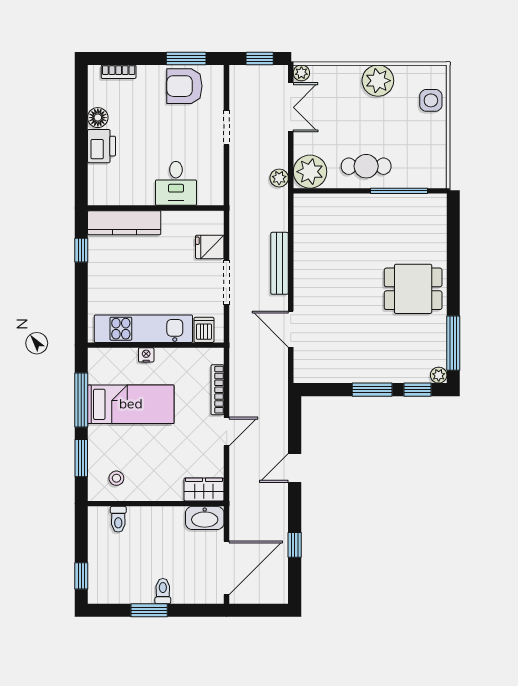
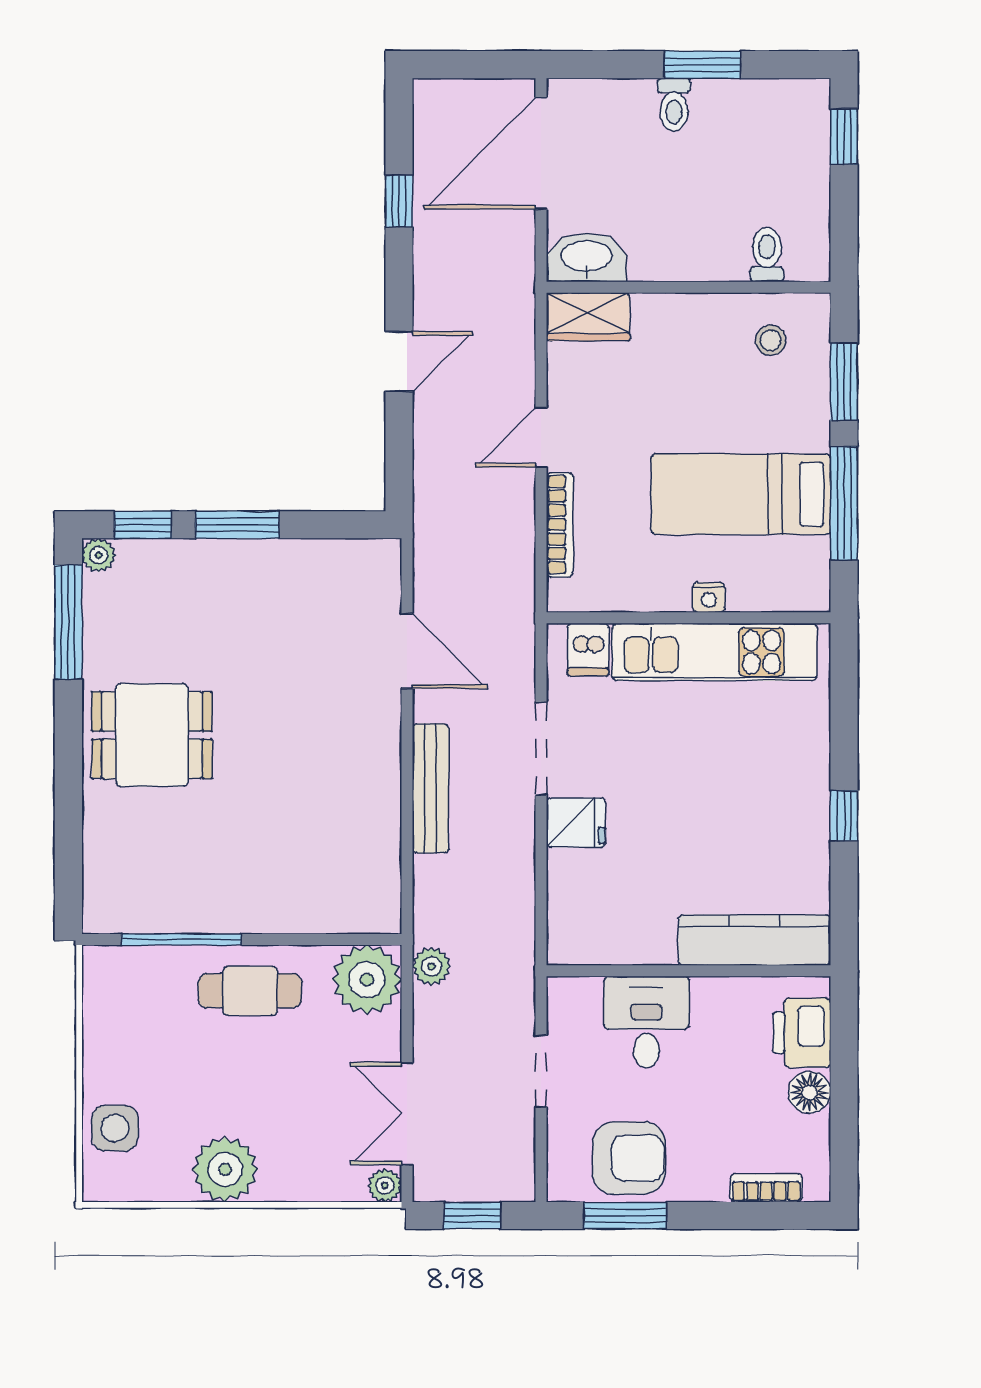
desk: (176, 183) -> (647, 1022), moved
wall: (156, 208) -> (689, 971), moved
kitchen counter: (124, 223) -> (754, 940), moved

